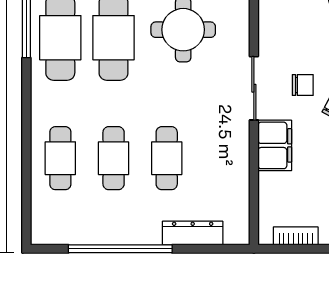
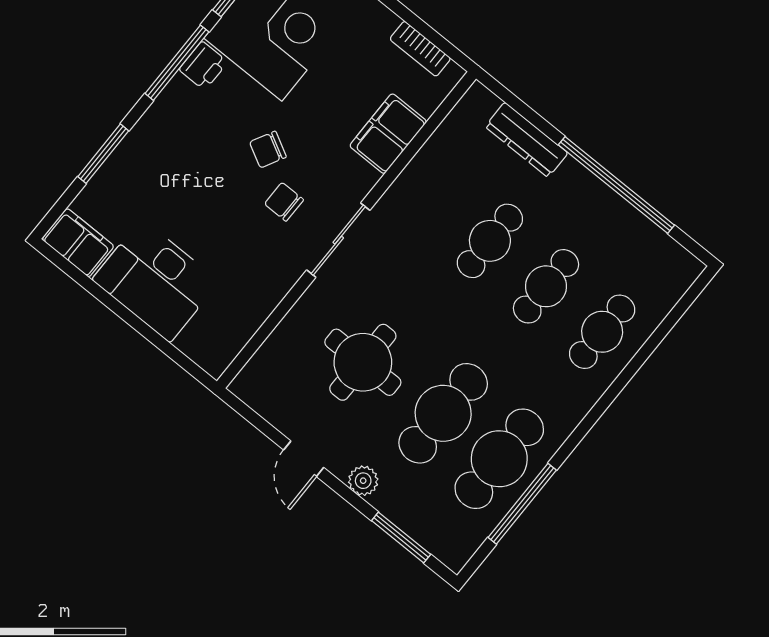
filing cabinet: (275, 145) -> (388, 134), moved

